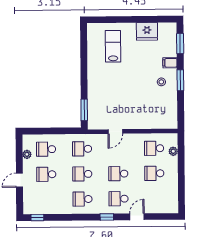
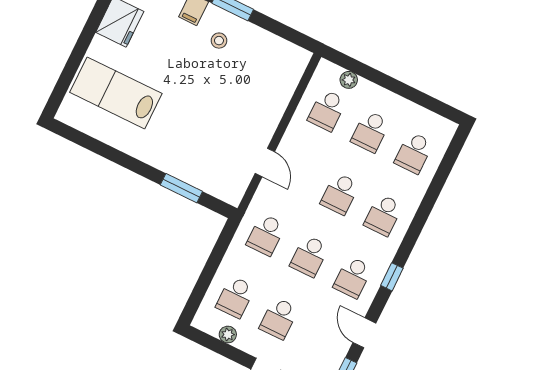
lab bench: (113, 46) -> (116, 93), width x1.36, depth x1.39
window: (84, 110) -> (181, 188), moved
school desk: (155, 198) -> (414, 153), added
window: (107, 217) -> (392, 277), moved
door: (137, 217) -> (364, 333), moved

